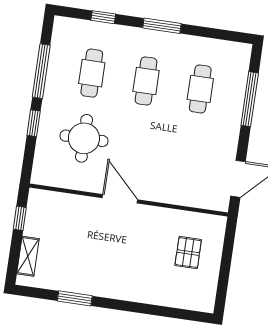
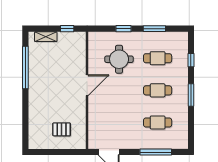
window: (41, 71) -> (154, 29), width x0.69
window: (75, 298) -> (25, 67), width x2.11

